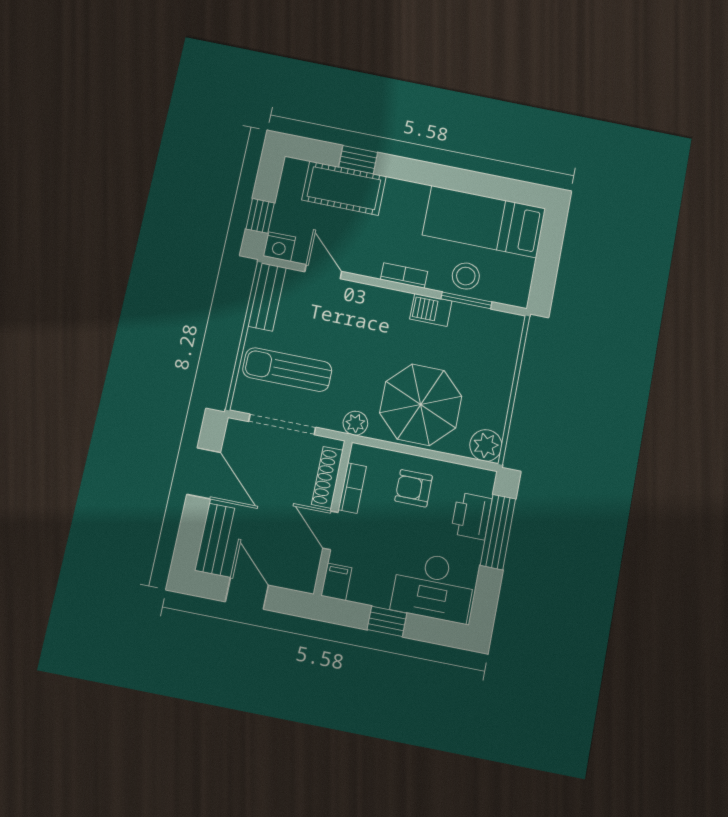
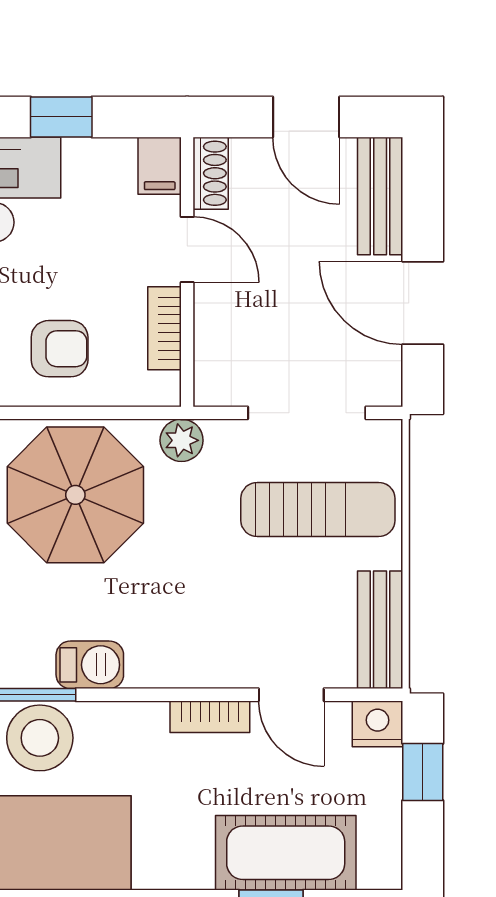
bookcase: (404, 276) -> (210, 717), moved
stool: (466, 276) -> (40, 738), width x1.38, depth x1.38
shoe rack: (327, 477) -> (211, 173), moved, width x0.70

